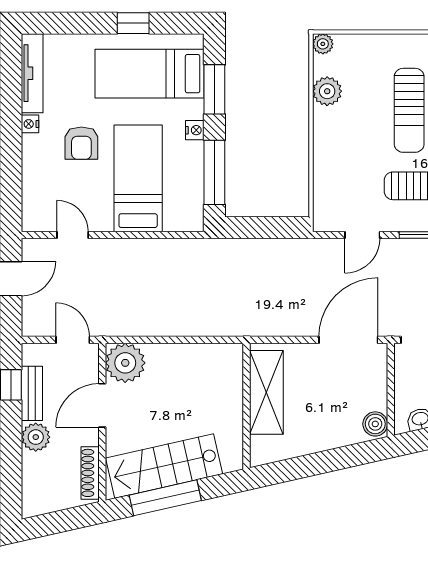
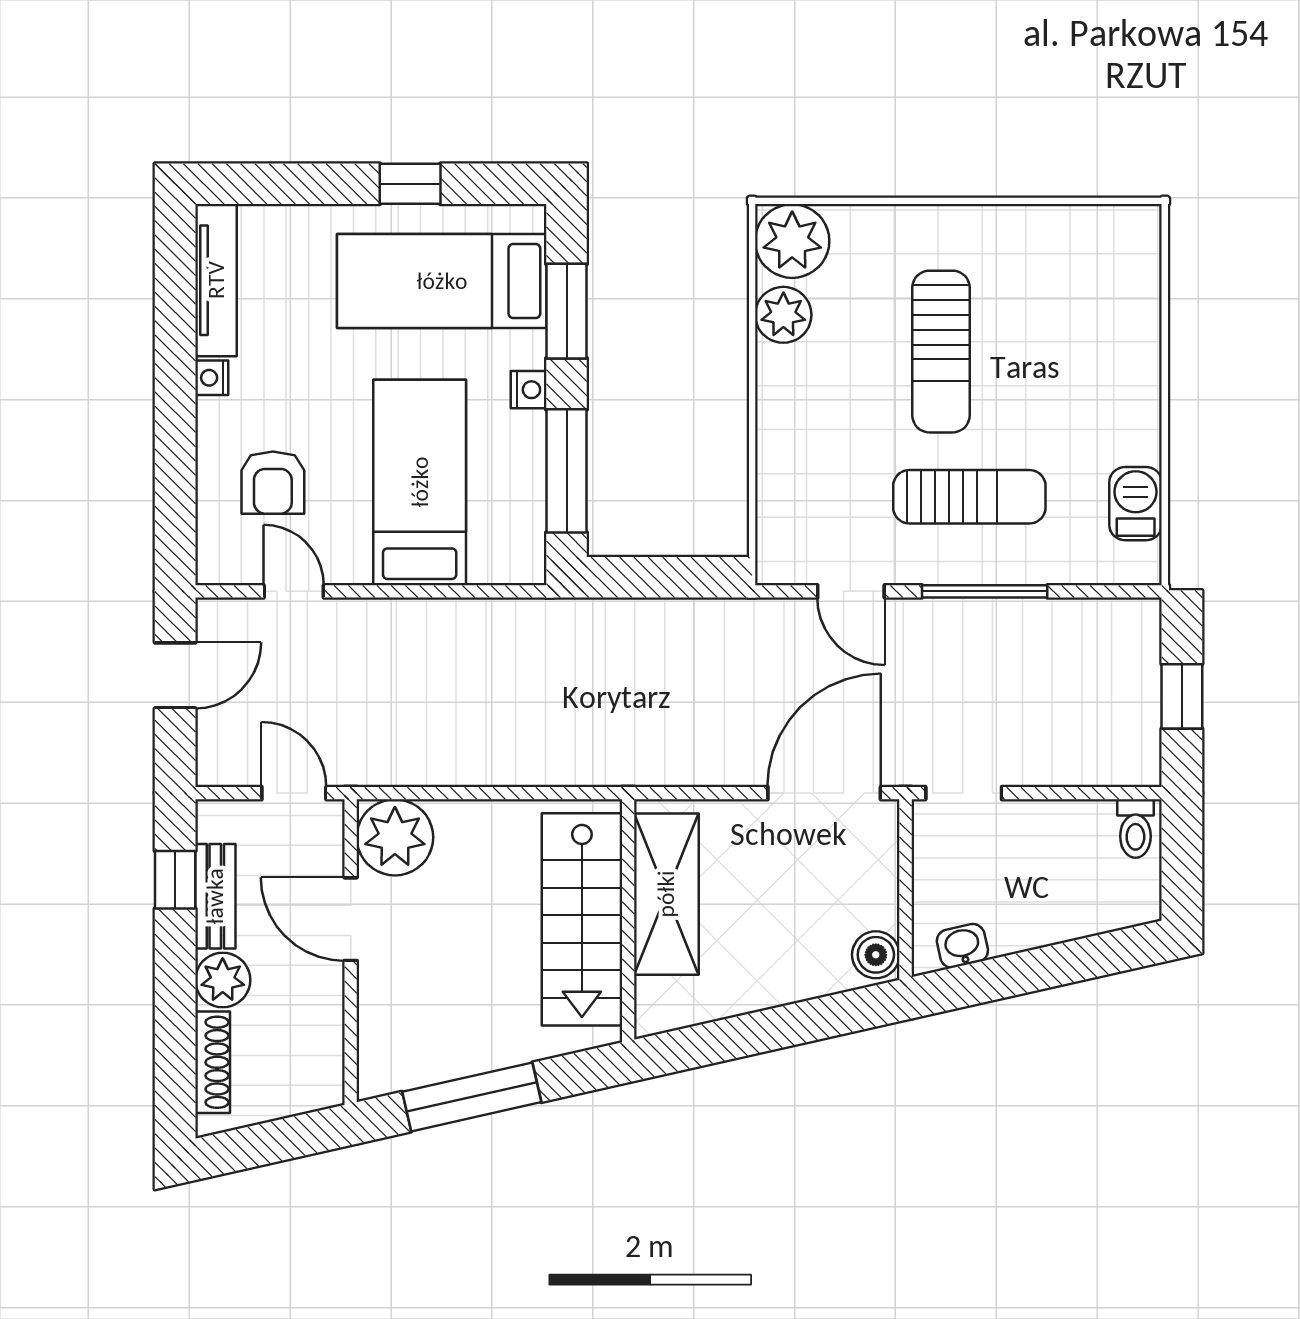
plant: (323, 44) -> (792, 241), width x1.88, depth x1.88
armchair: (81, 143) -> (273, 483), moved
door: (362, 235) -> (851, 591), hinge flipped
door: (102, 405) -> (351, 919), hinge flipped
stairs: (164, 466) -> (582, 919), moved, turned -77
shoe rack: (90, 473) -> (213, 1062), moved, turned 180

